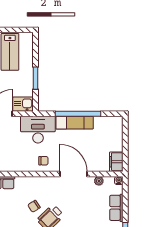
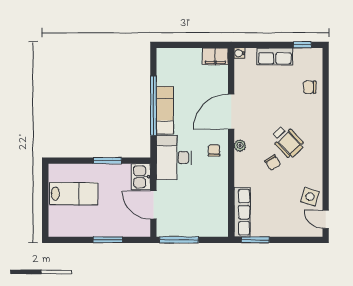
plant: (99, 181) -> (240, 146), moved

